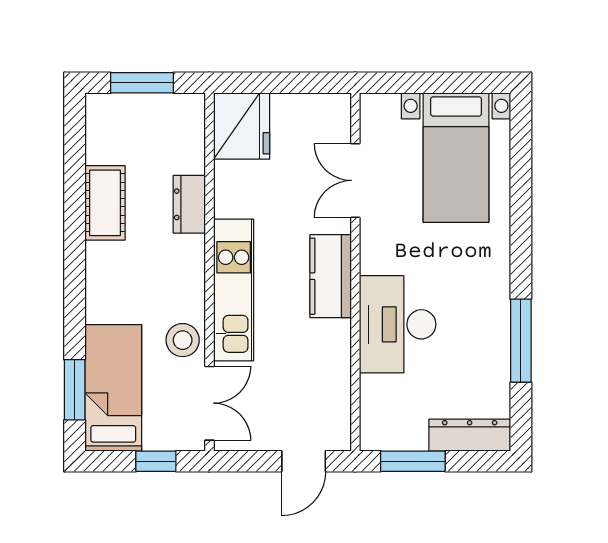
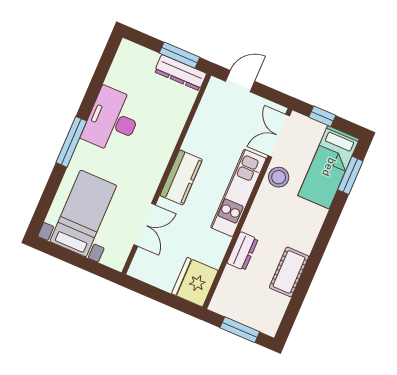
desk: (398, 324) -> (112, 120), moved, turned 180
window: (521, 341) -> (71, 142), moved
dresser: (470, 435) -> (180, 73), moved

